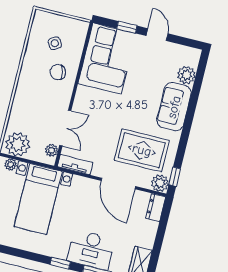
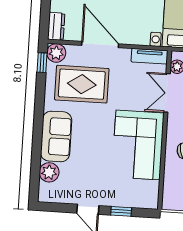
corner sofa: (107, 59) -> (138, 145), moved

